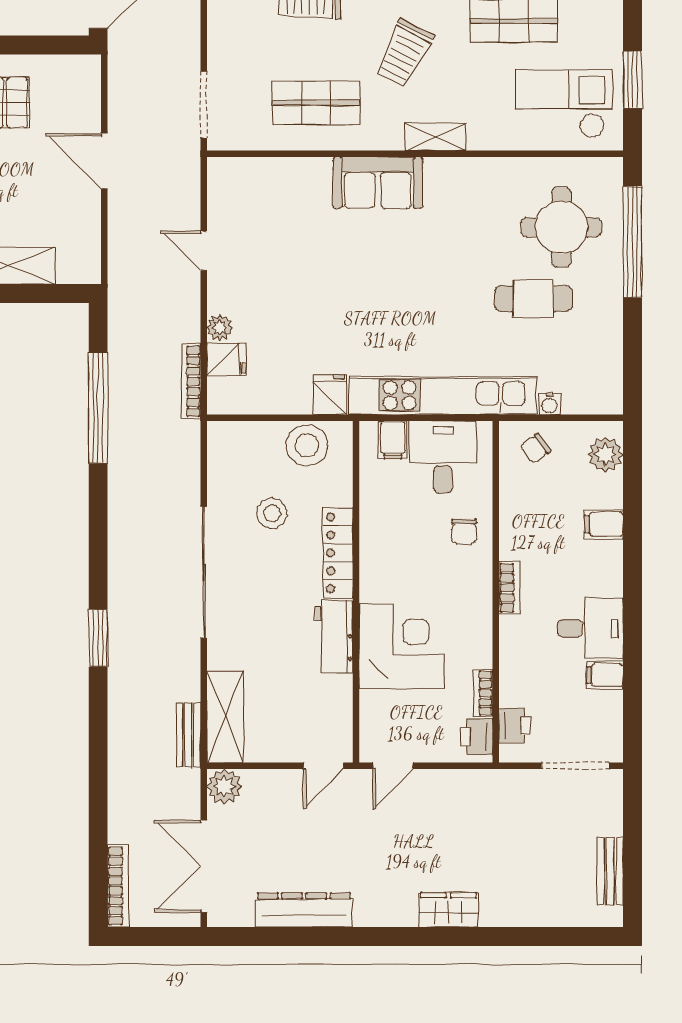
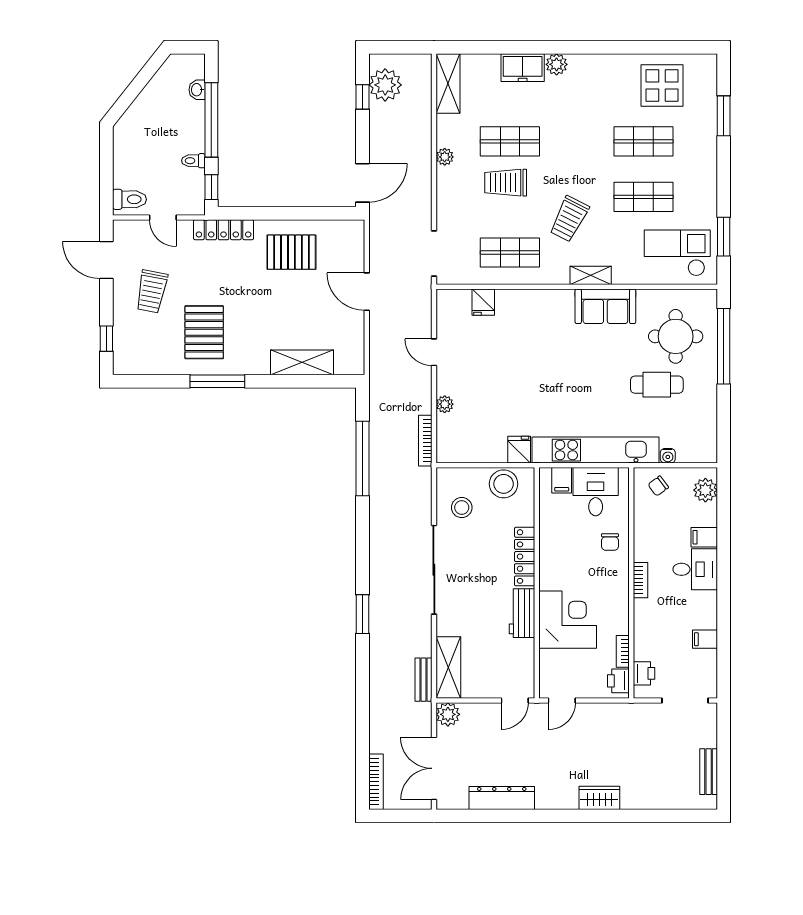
sofa: (378, 183) -> (605, 306), moved
fridge: (226, 359) -> (483, 302), moved, turned 90
stool: (272, 513) -> (462, 508), moved
desk: (590, 629) -> (695, 569), moved

